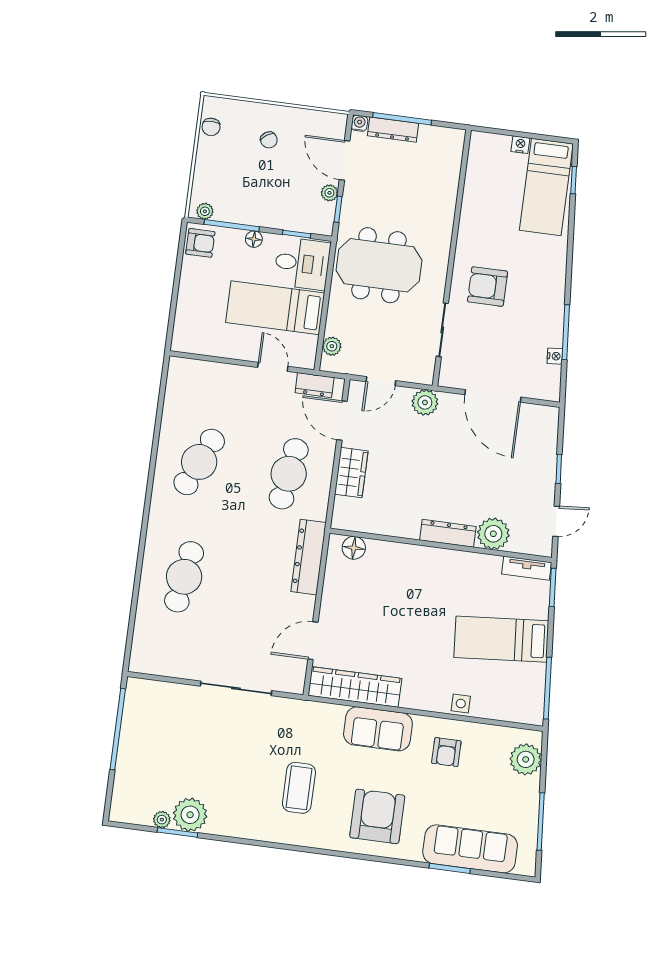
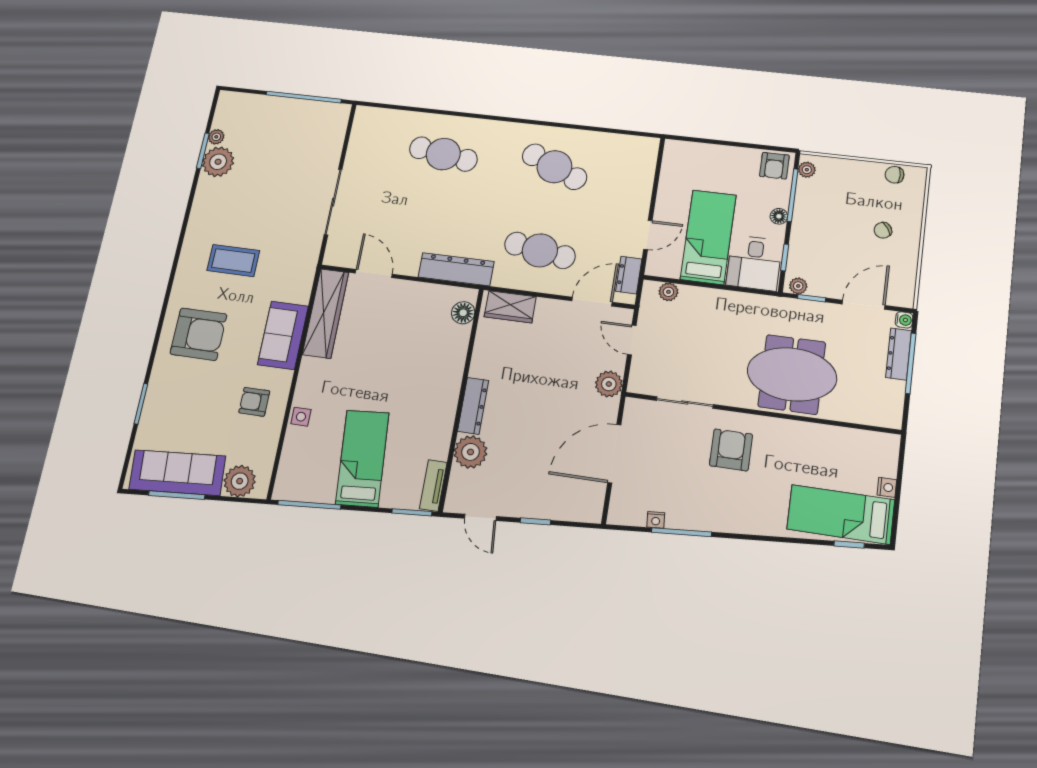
plant: (329, 193) -> (798, 286), moved
meeting table: (379, 265) -> (792, 374), moved, turned 90
wardrobe: (351, 473) -> (510, 307), moved
sofa: (470, 849) -> (177, 473), moved, turned -95

